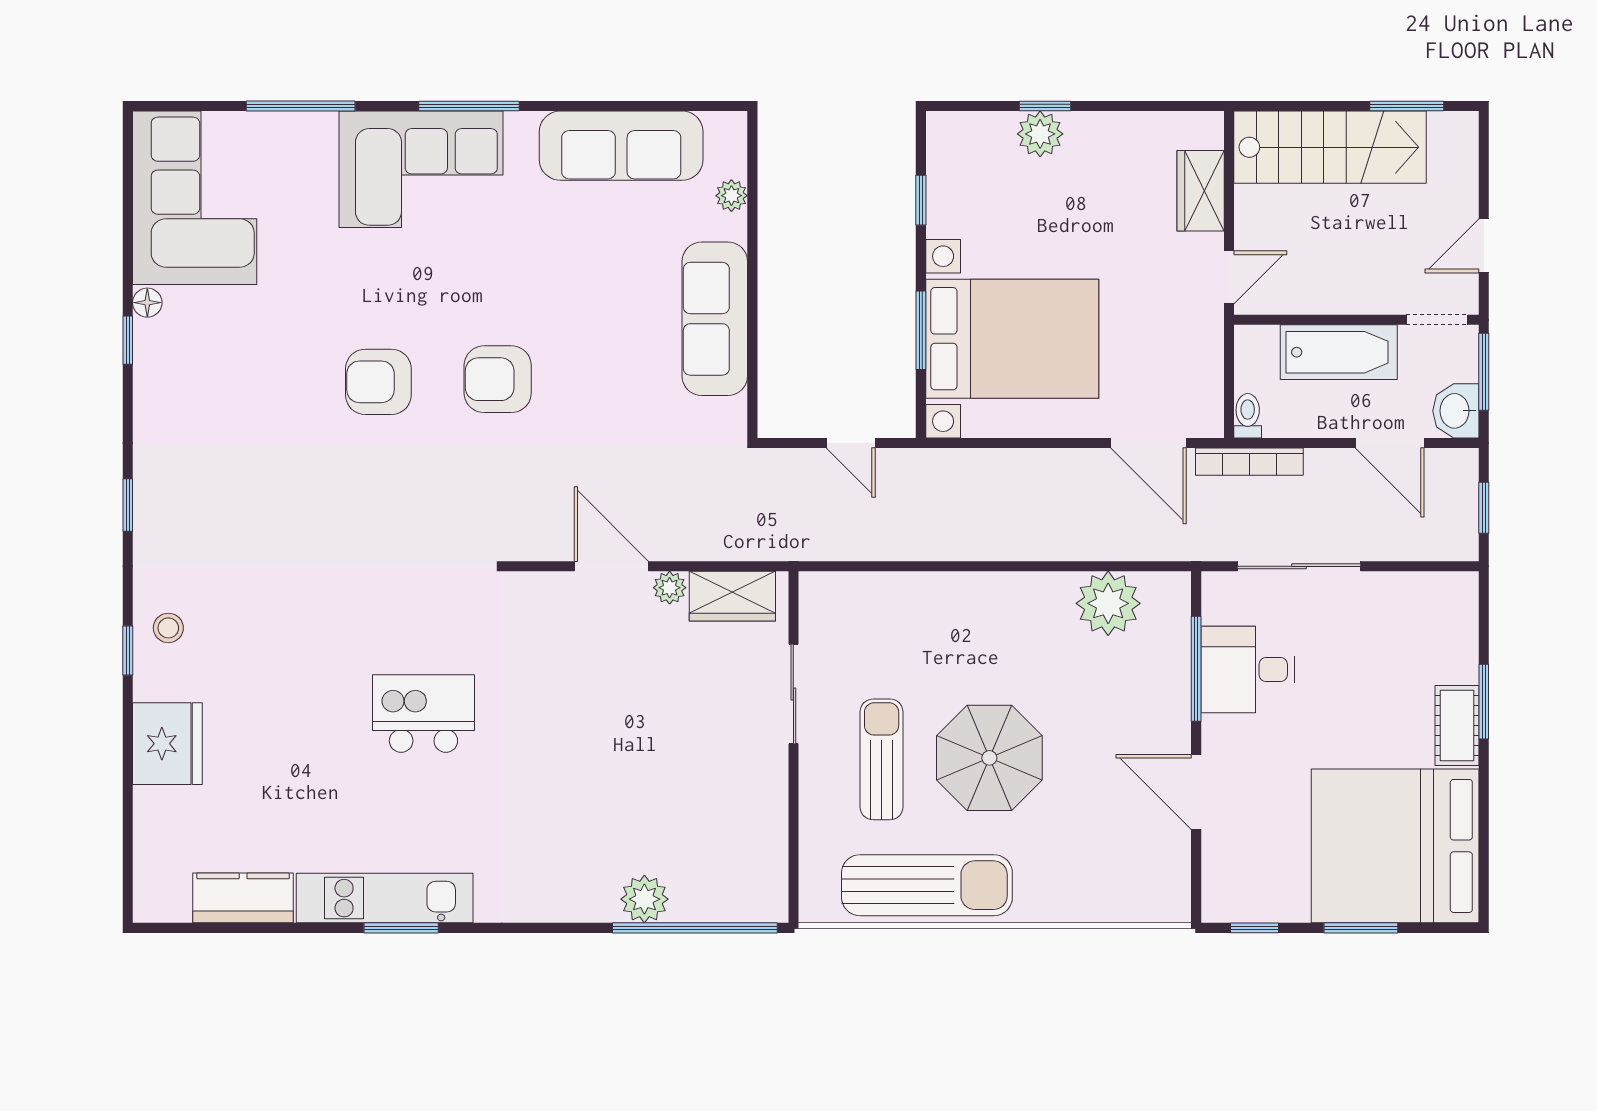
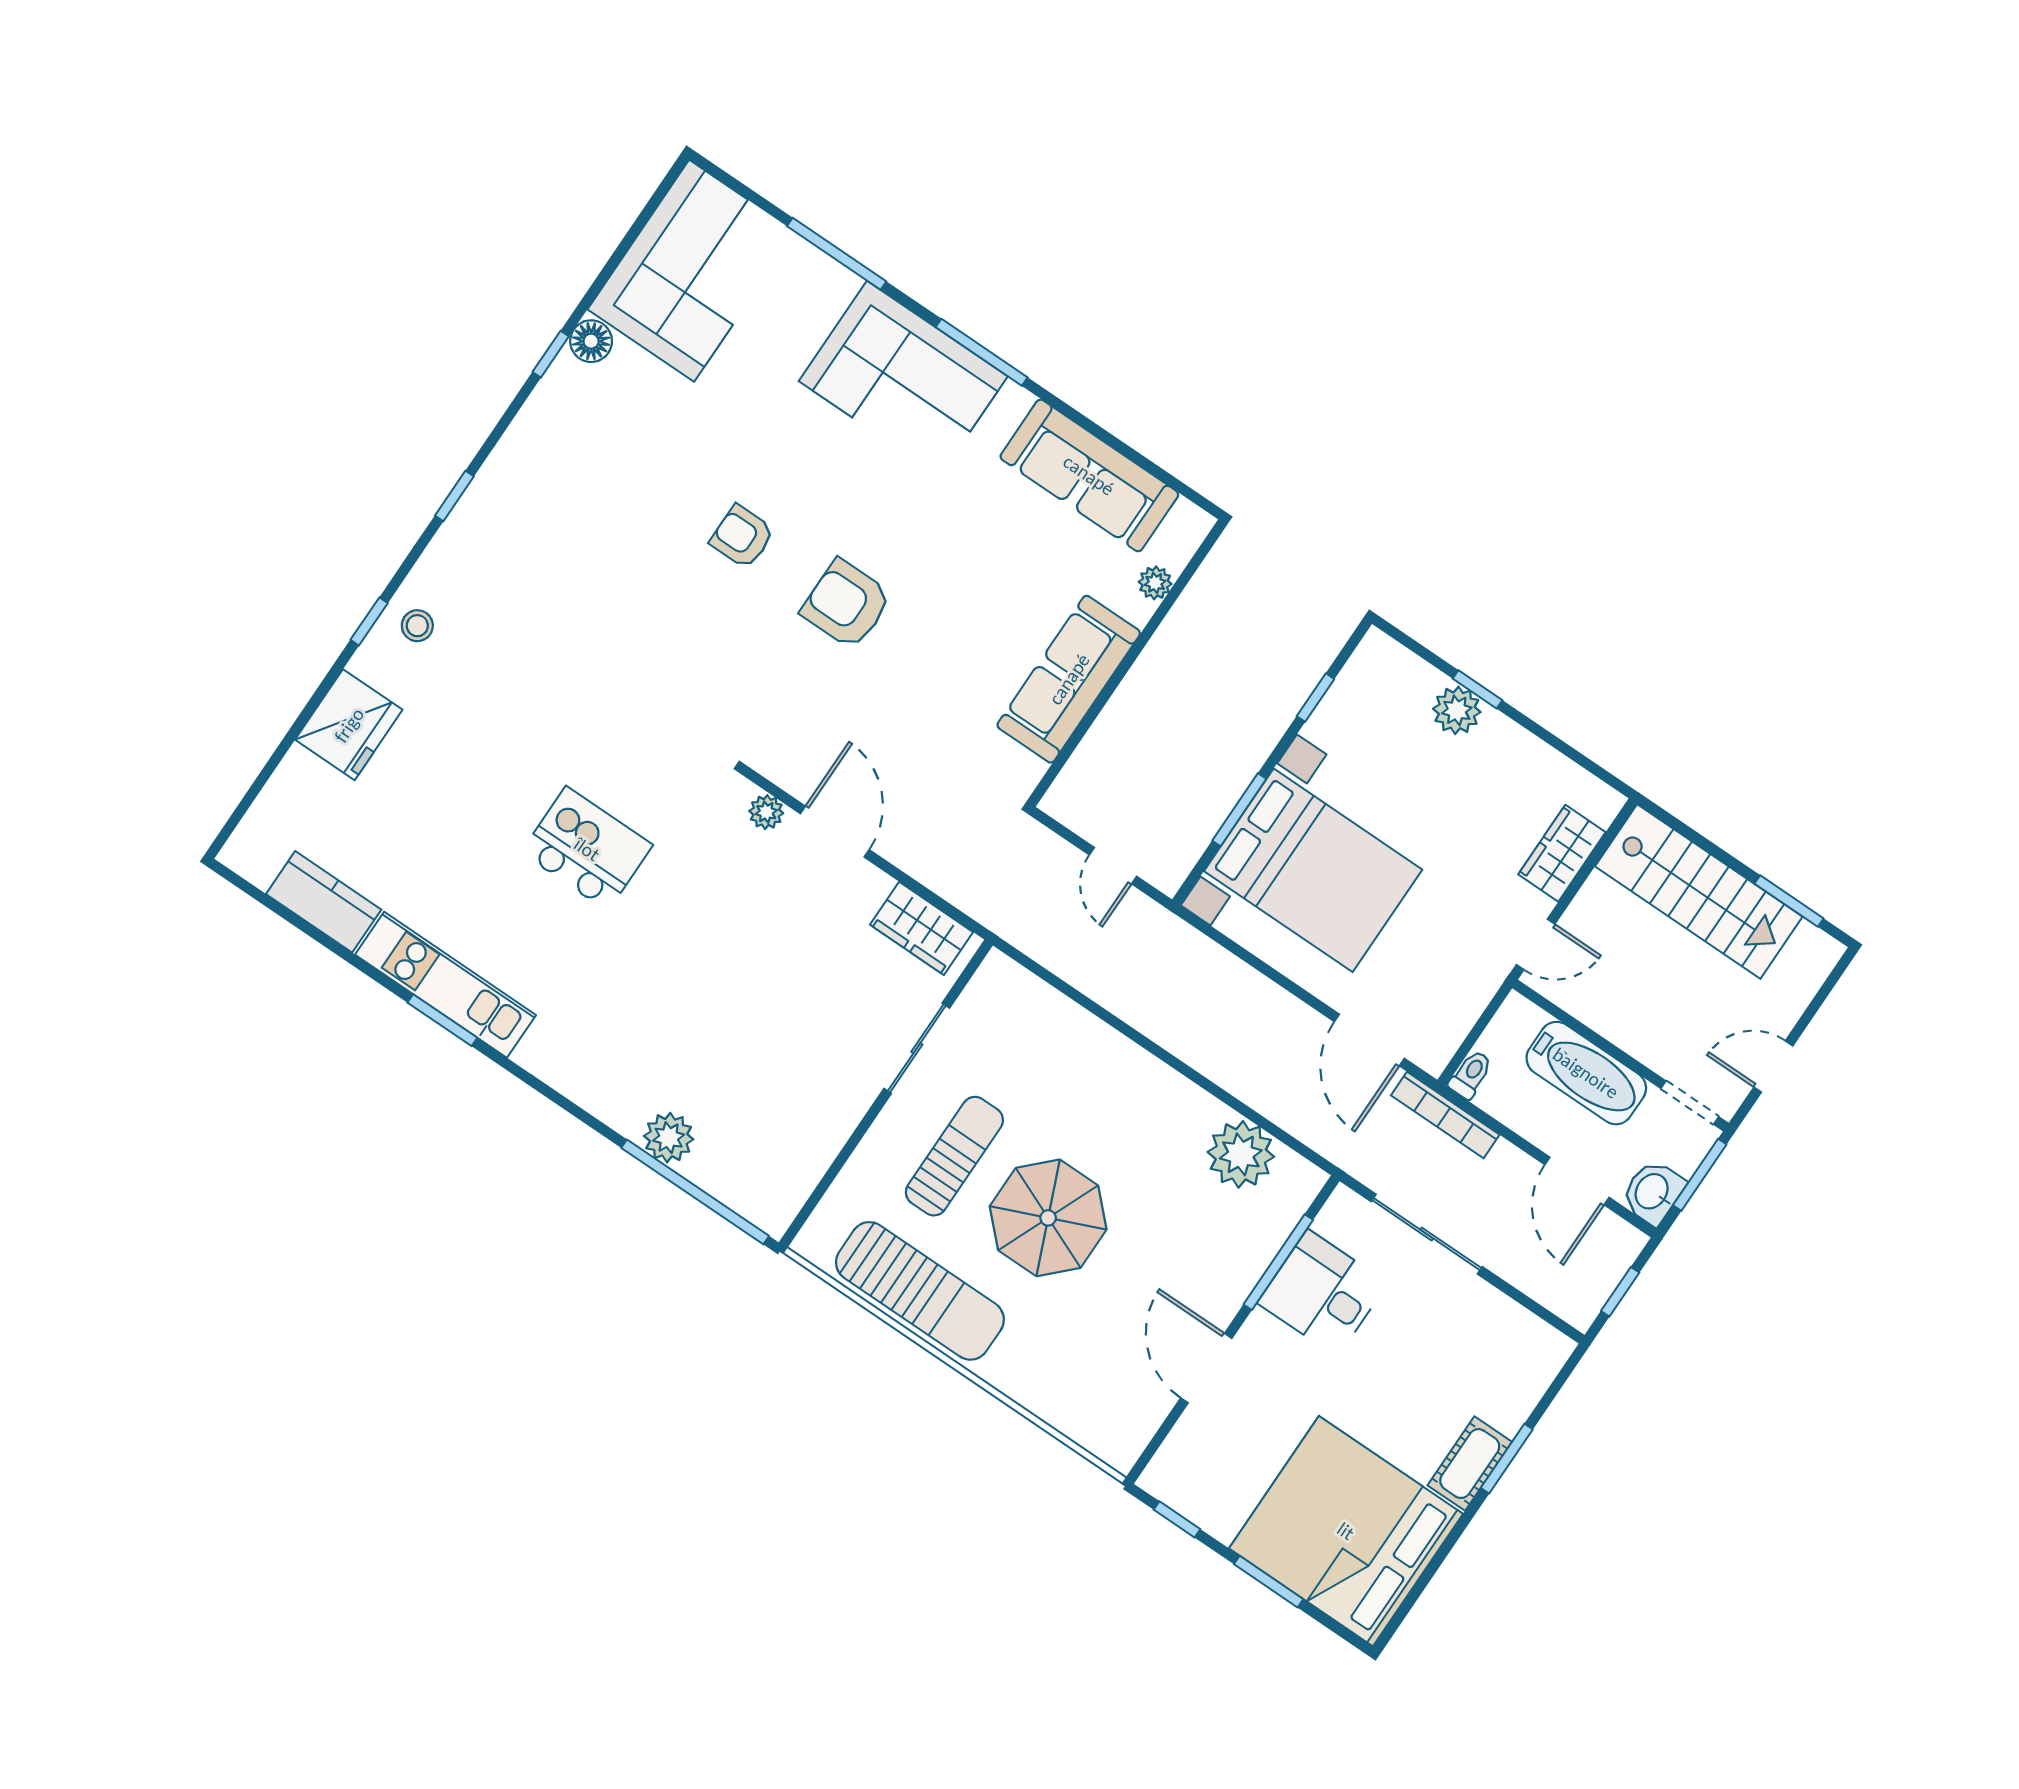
floor lamp: (147, 303) -> (591, 341), width x1.37, depth x1.37
armchair: (378, 382) -> (742, 537), width x0.72, depth x0.72
plant: (670, 588) -> (766, 812), moved

